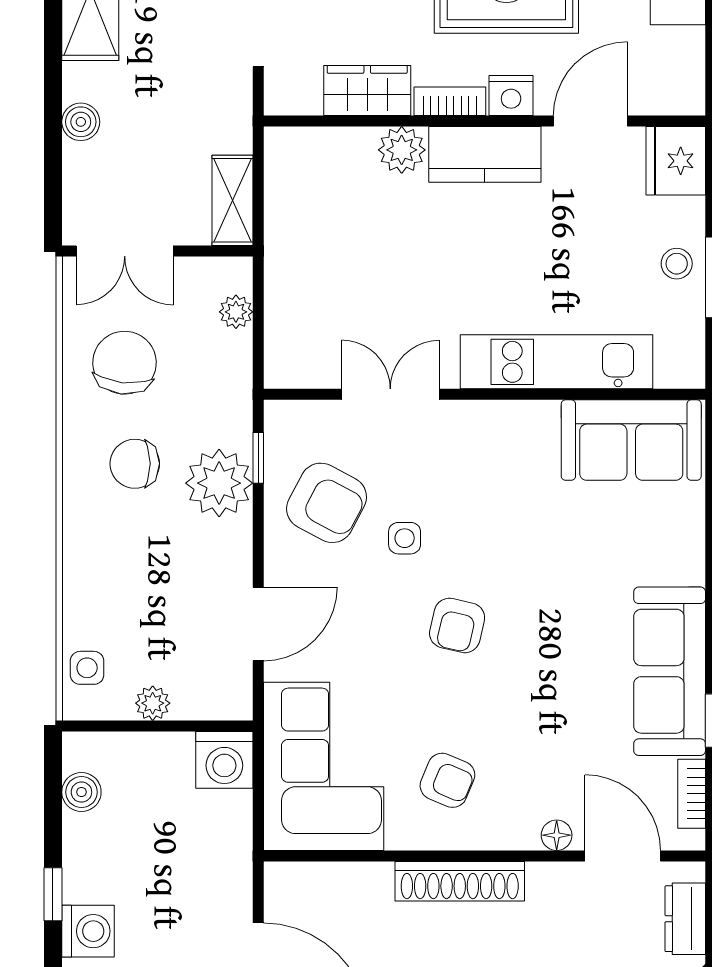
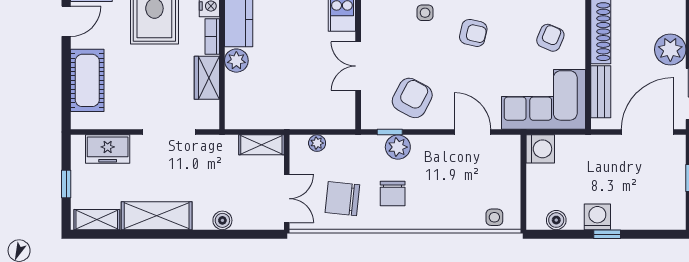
plant: (219, 483) -> (398, 147), width x0.73, depth x0.73
side table: (405, 538) -> (425, 13), moved
plant: (153, 703) -> (512, 185), removed
bench: (339, 881) -> (601, 92), added
washing machine: (88, 931) -> (597, 217), moved

